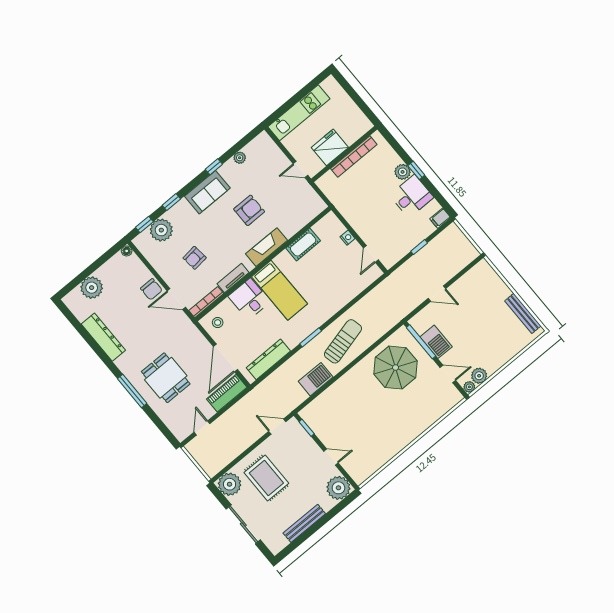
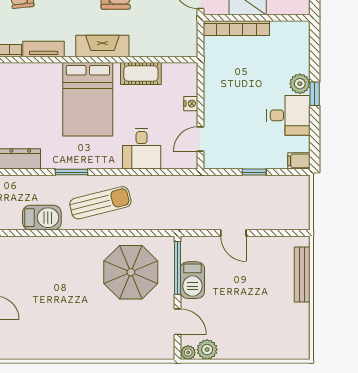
bookcase: (354, 156) -> (236, 28), moved
bed: (279, 290) -> (88, 99), width x1.50
desk: (249, 299) -> (142, 149), moved, turned 180
bench: (523, 313) -> (302, 274), moved

